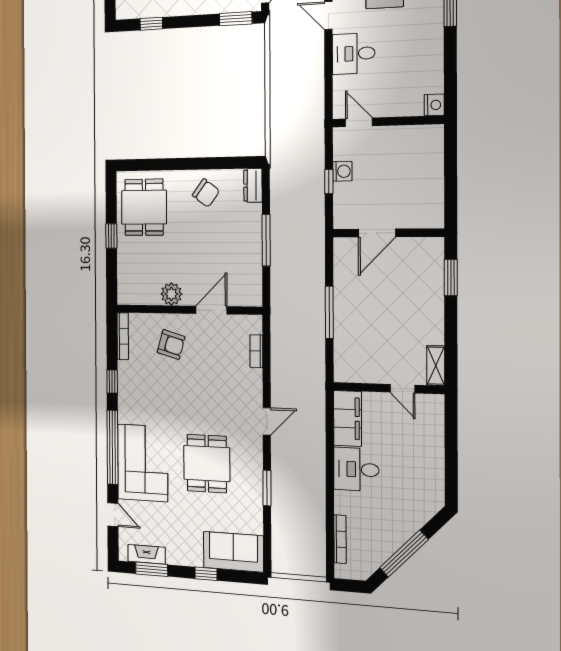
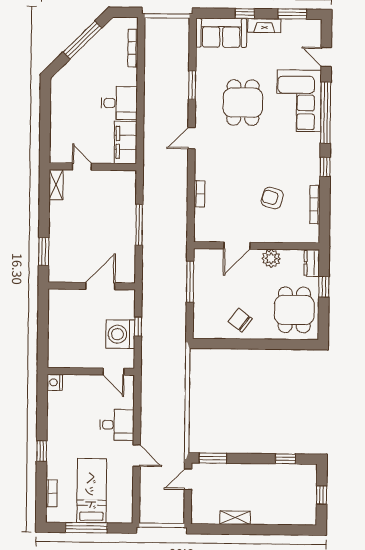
washing machine: (342, 171) -> (120, 334), width x1.89, depth x1.89
dresser: (253, 185) -> (312, 263), moved, turned 180
plant: (171, 294) -> (271, 258), moved
wall: (188, 310) -> (257, 246), moved
door: (211, 310) -> (237, 246), moved
fireplace: (147, 554) -> (264, 26), moved

